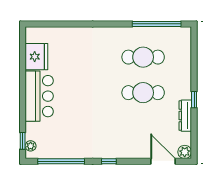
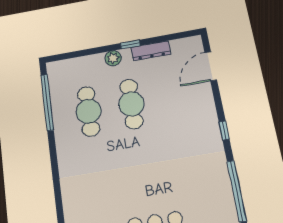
plant: (185, 152) -> (113, 58), moved

